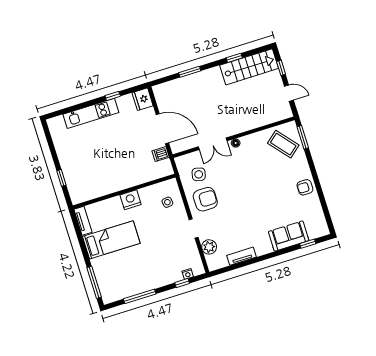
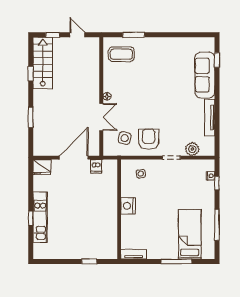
door: (289, 93) -> (77, 35), hinge flipped
window: (113, 96) -> (31, 218), moved
window: (303, 137) -> (134, 35), moved
coffee table: (283, 144) -> (121, 54), turned 40
armchair: (305, 187) -> (166, 47), removed
sofa: (289, 236) -> (205, 75), width x1.36
bed: (111, 240) -> (190, 234), moved
tv unit: (242, 256) -> (210, 117), width x1.41
window: (94, 282) -> (176, 262), moved

